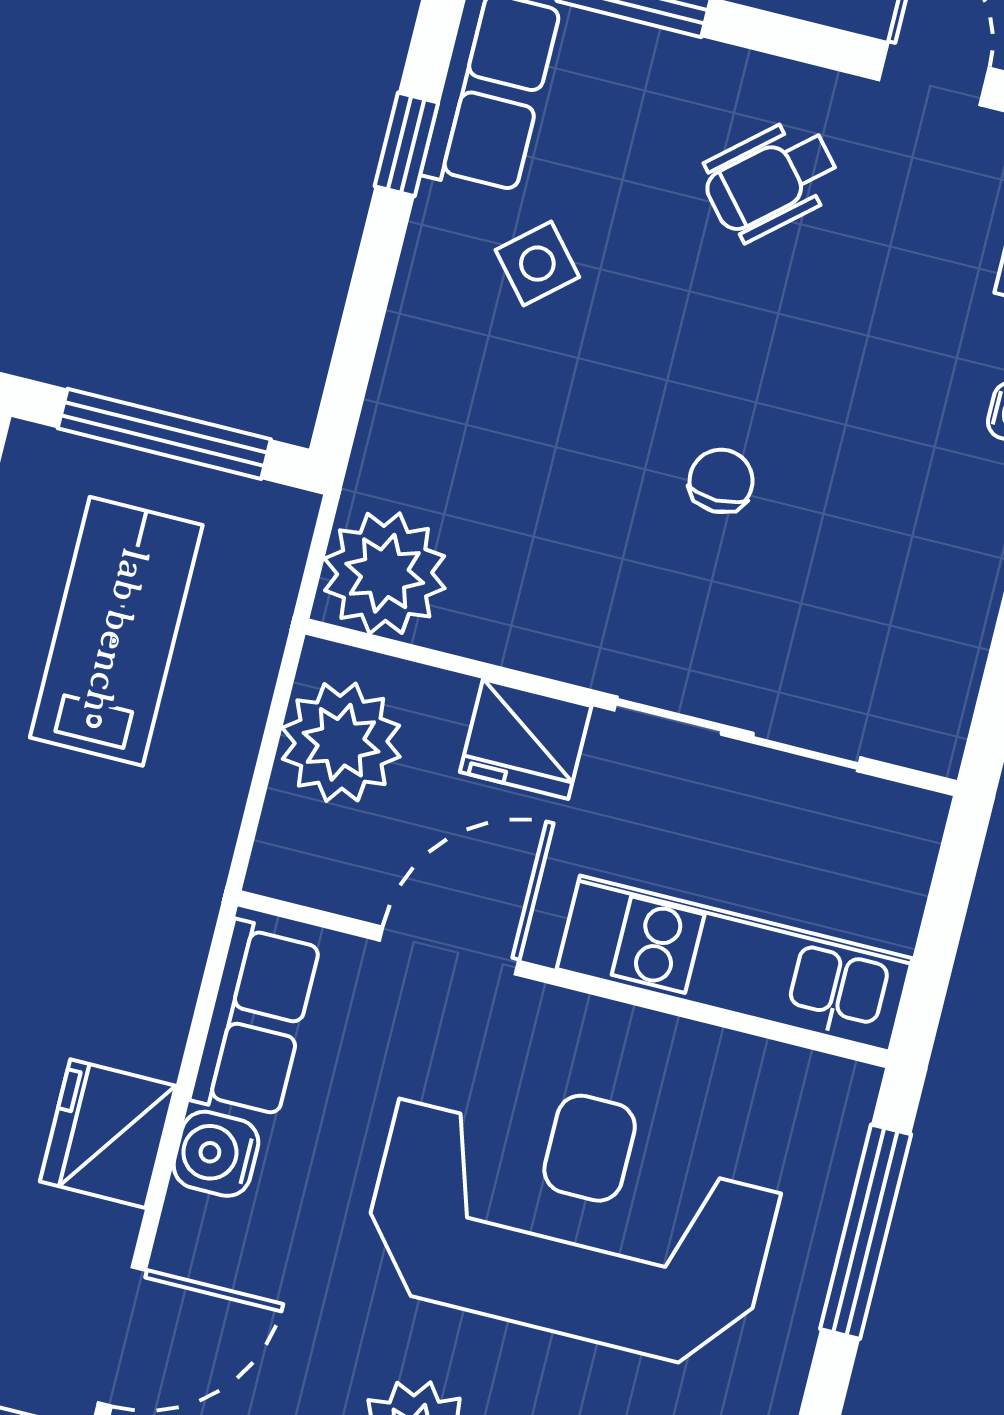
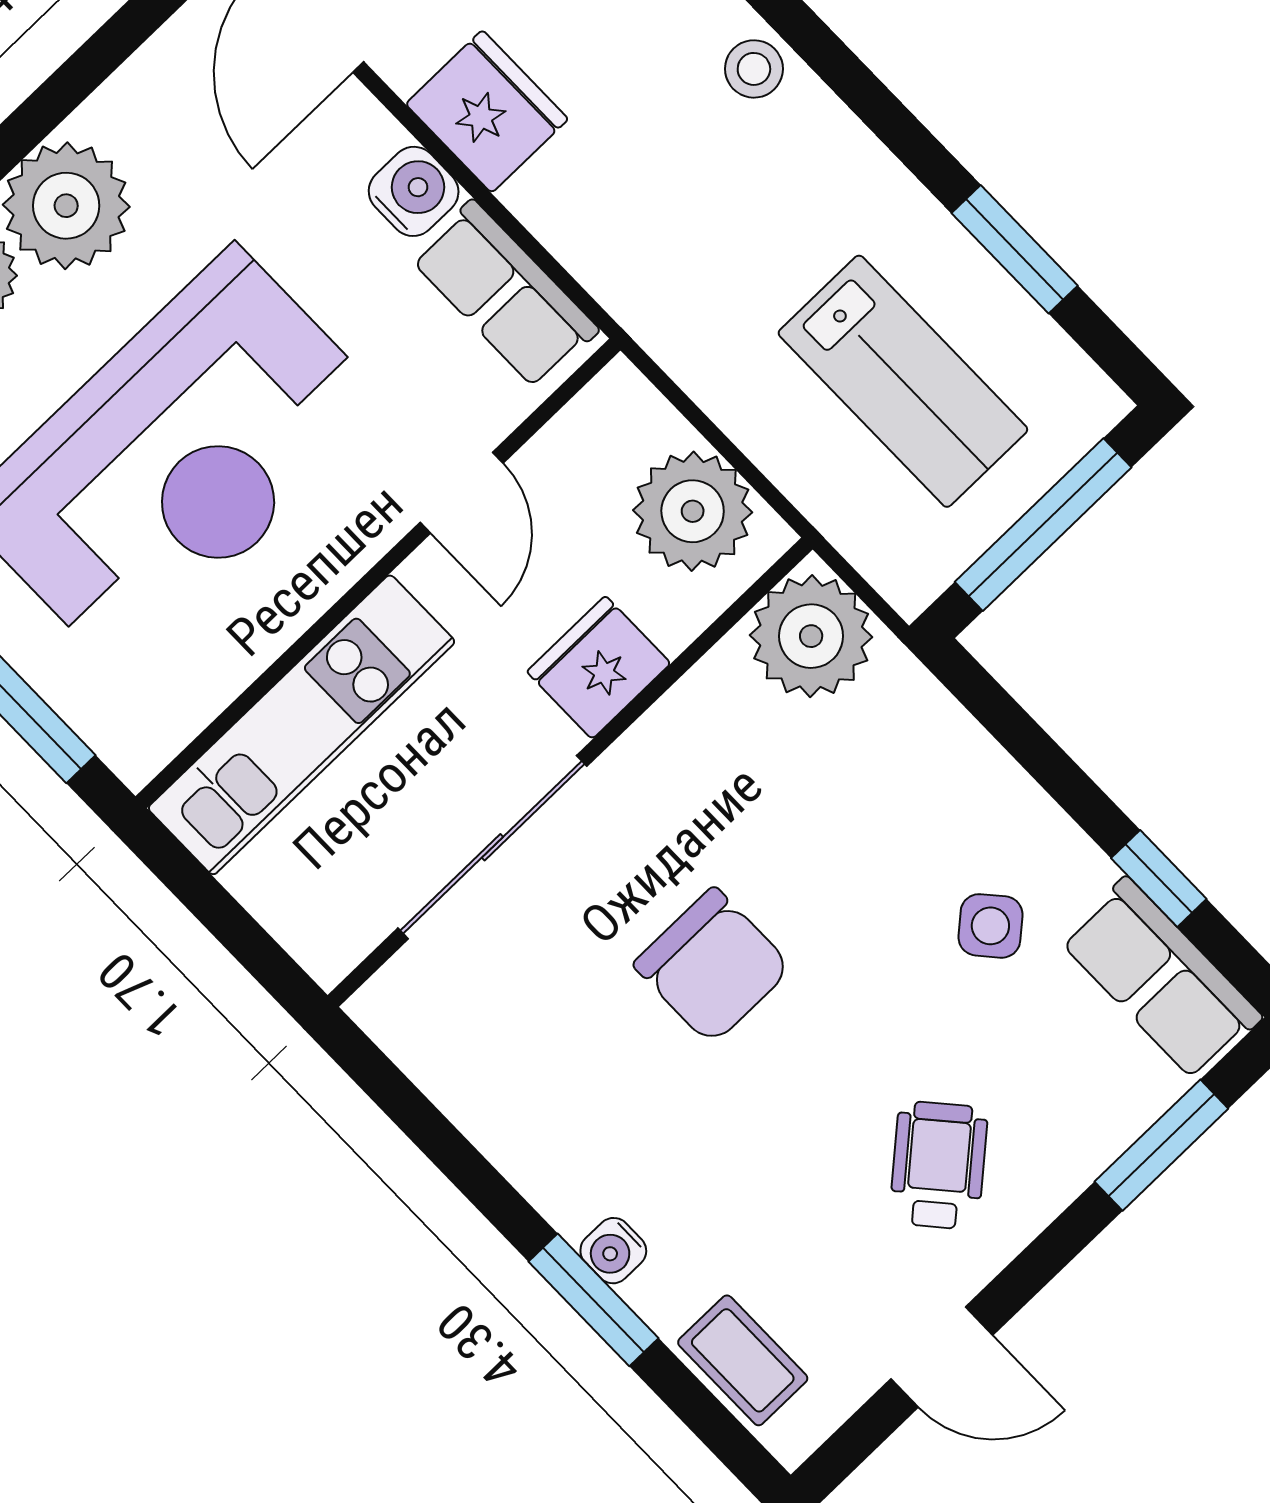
chair: (721, 481) -> (713, 966), width x1.87, depth x1.87
door: (449, 951) -> (462, 493), width x0.73

